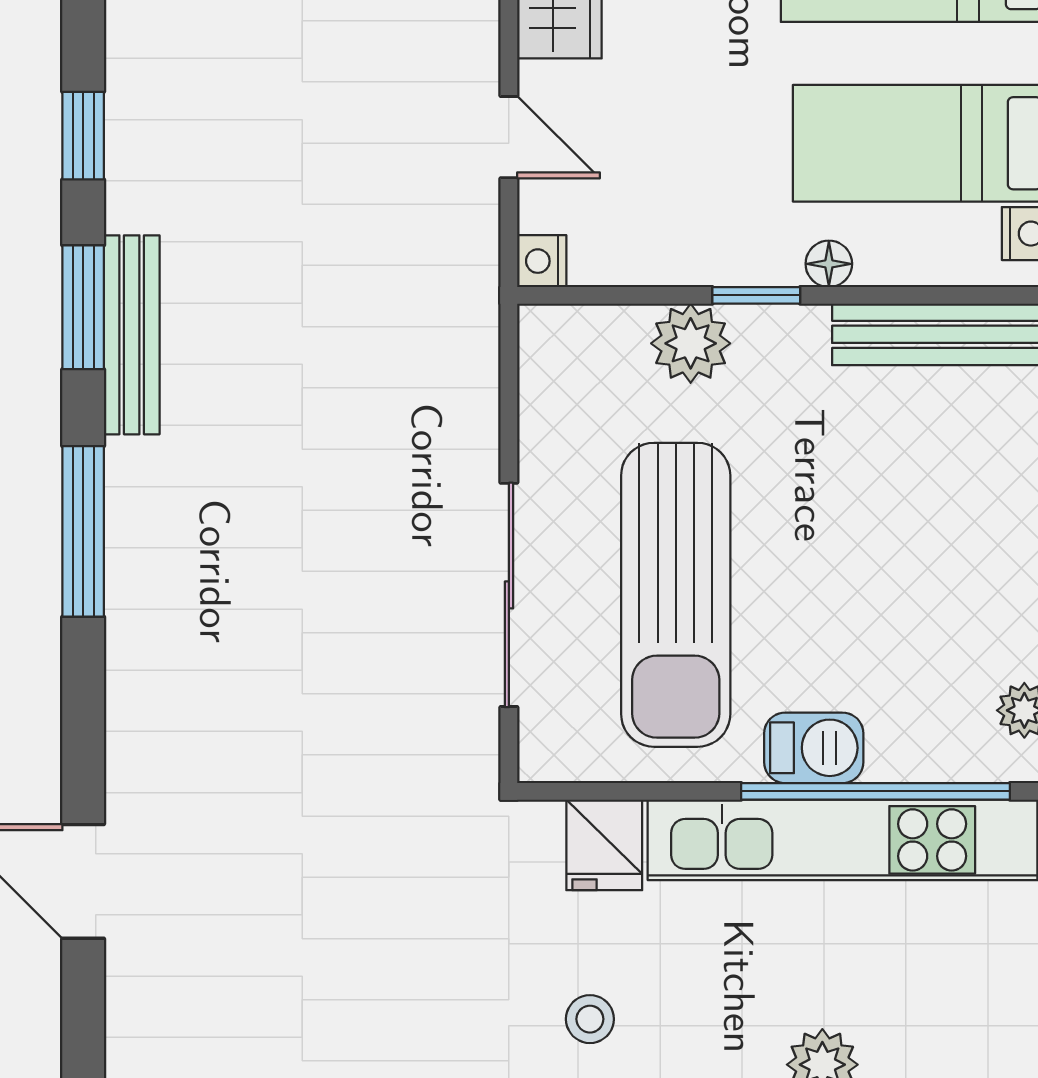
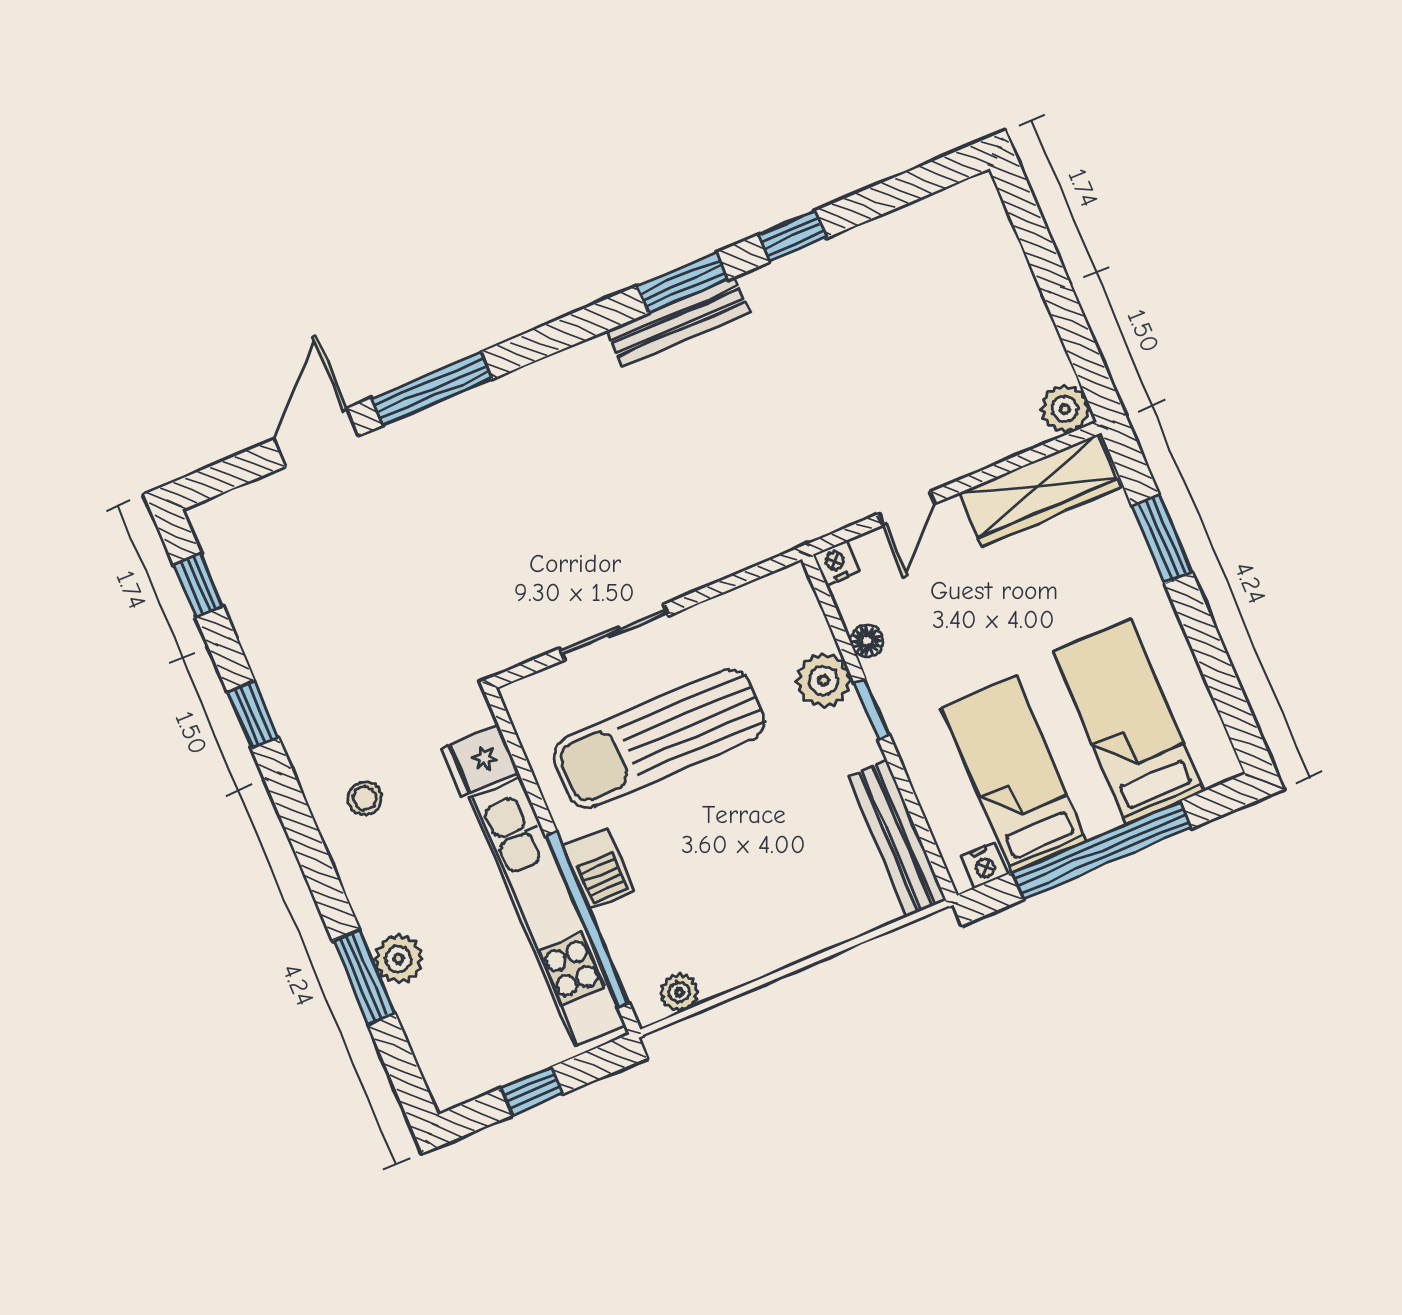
floor lamp: (829, 264) -> (867, 641), moved
window: (83, 531) -> (432, 389), moved
sliding door: (509, 595) -> (614, 632), width x0.73

